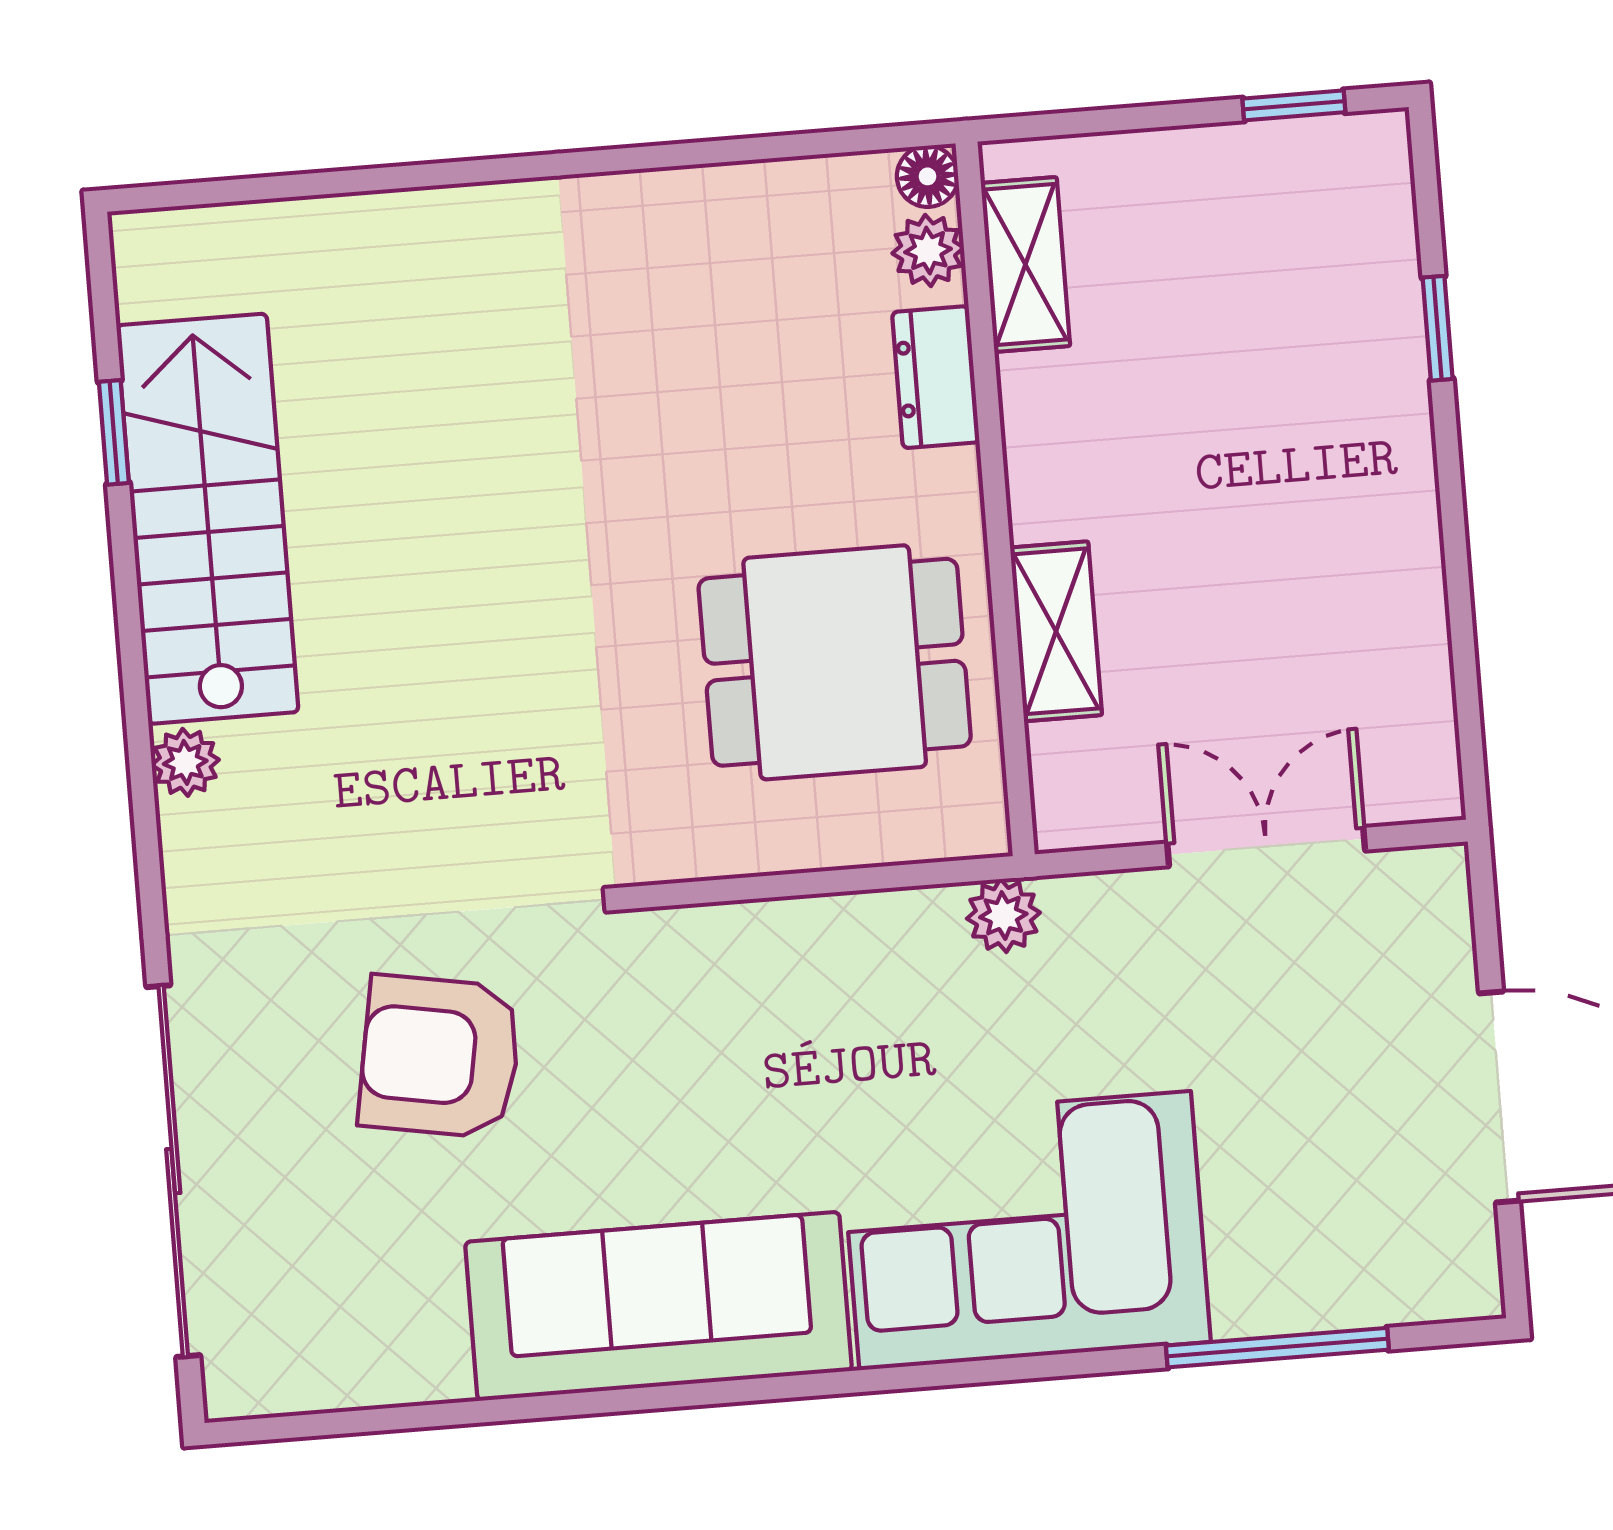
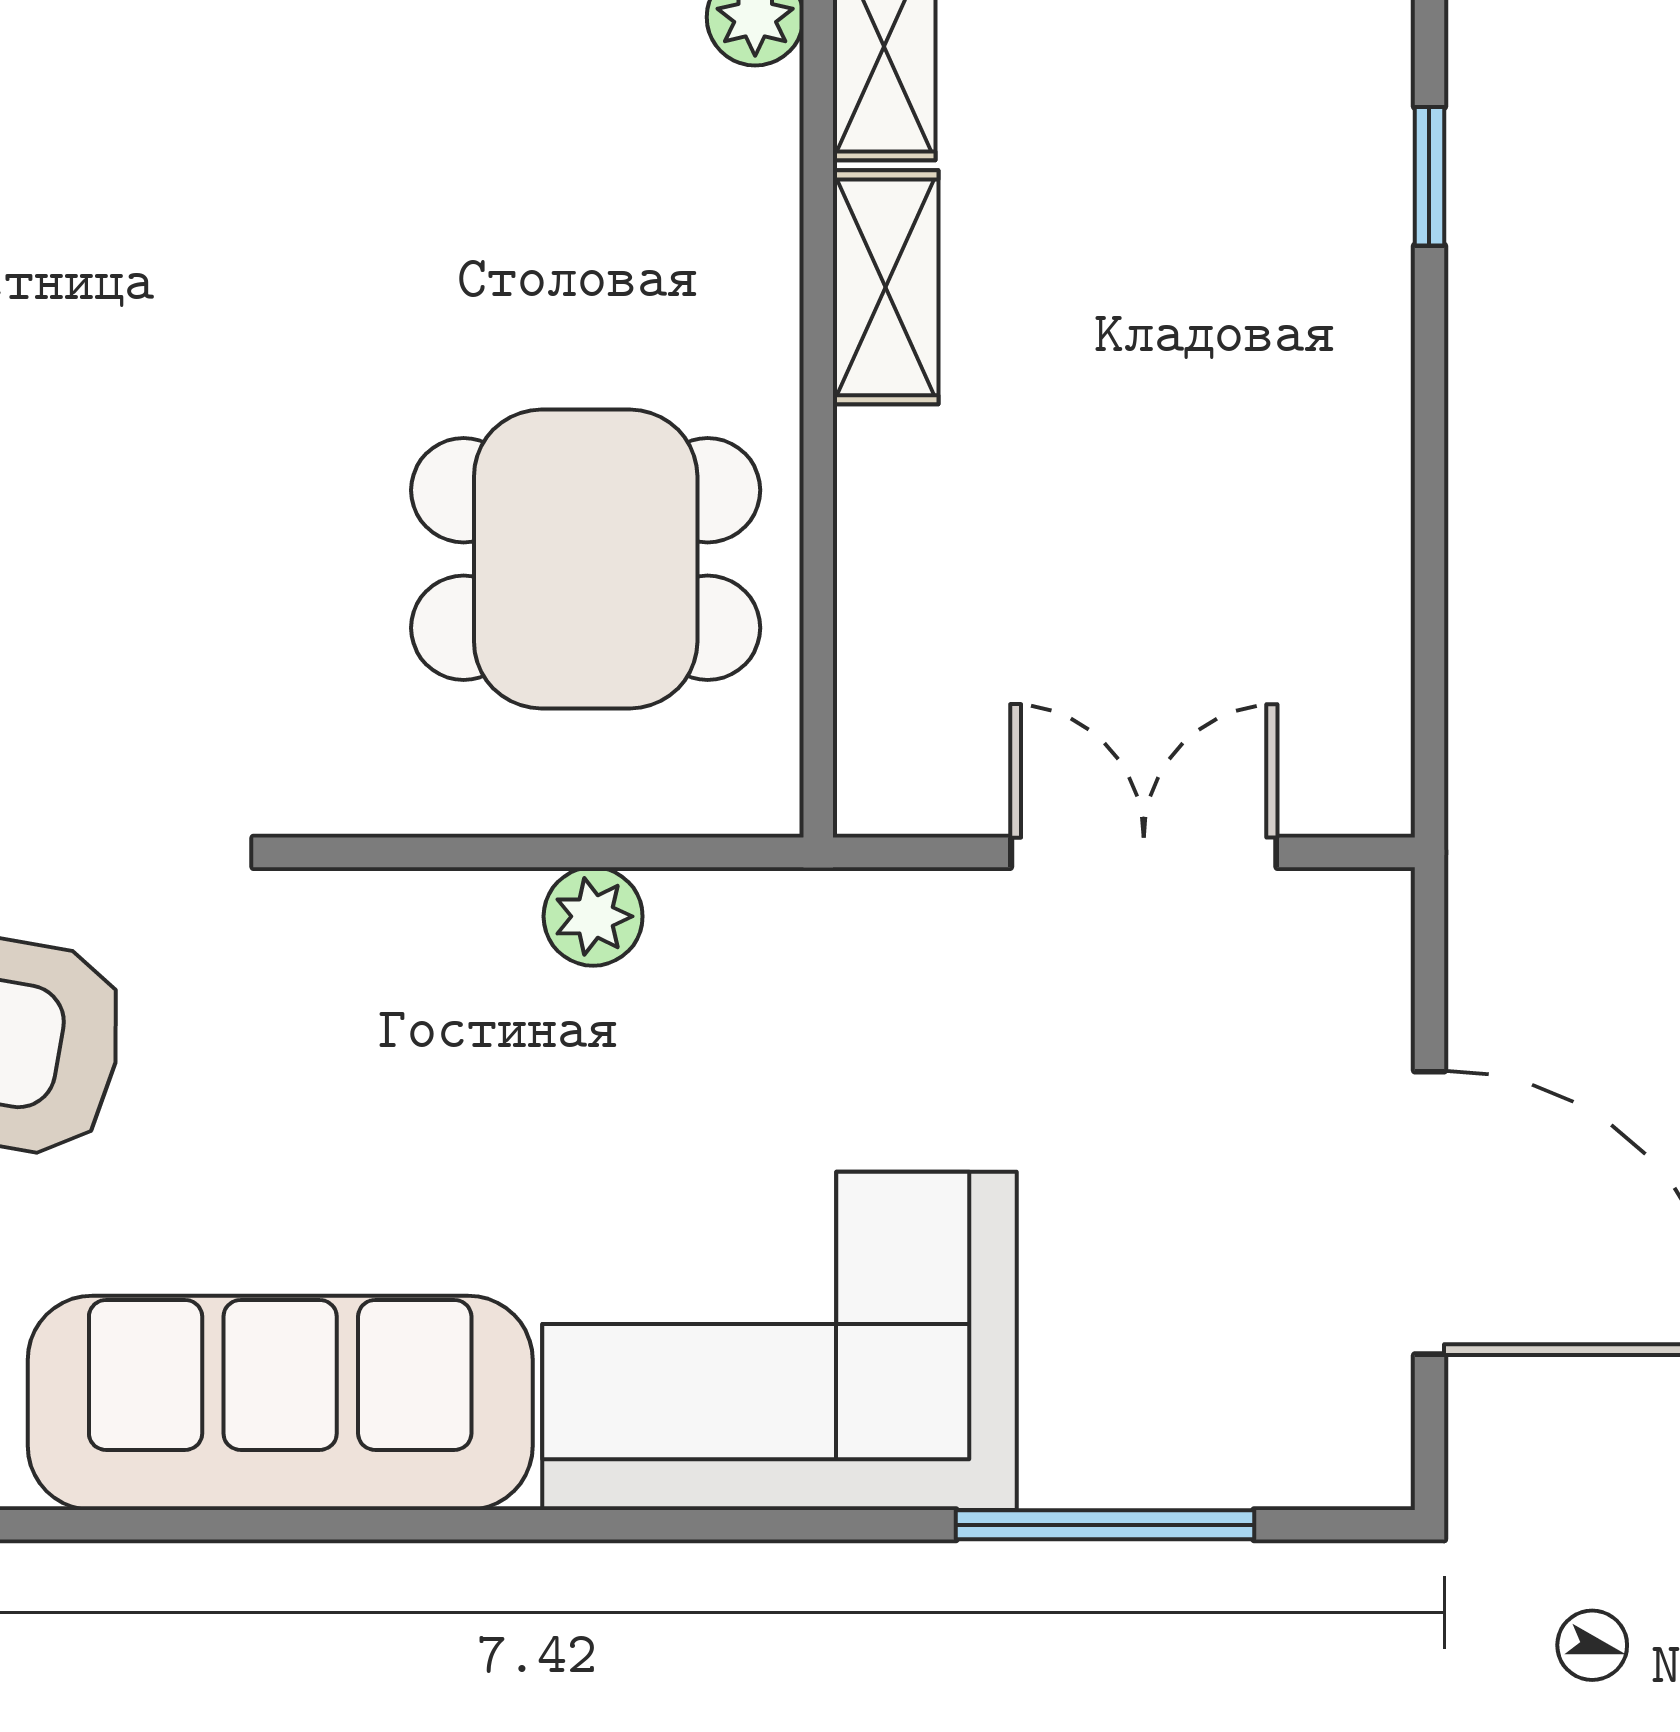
dresser: (936, 377) -> (752, 188), removed
shelving: (1056, 631) -> (886, 287), moved
plant: (1003, 916) -> (593, 916), moved

